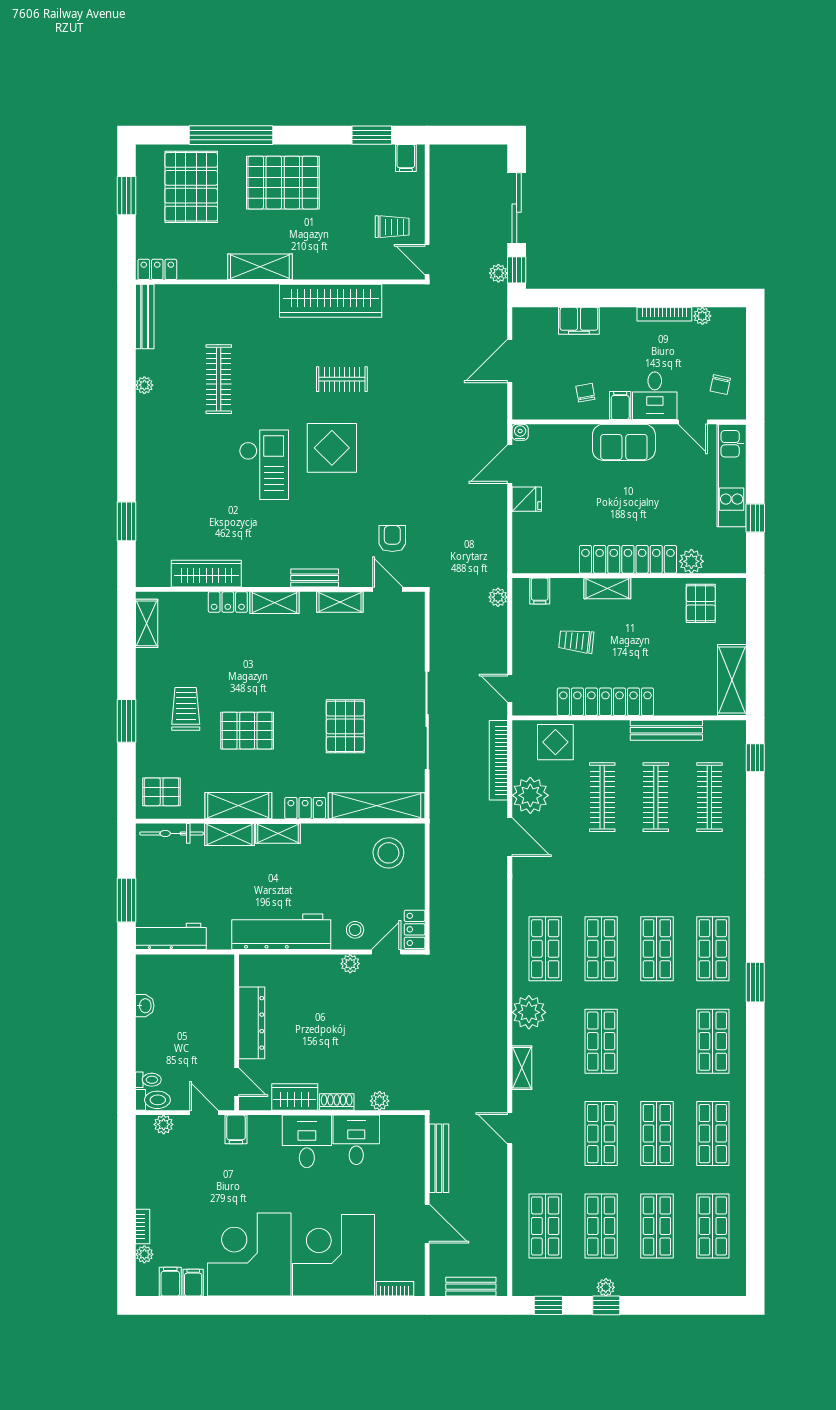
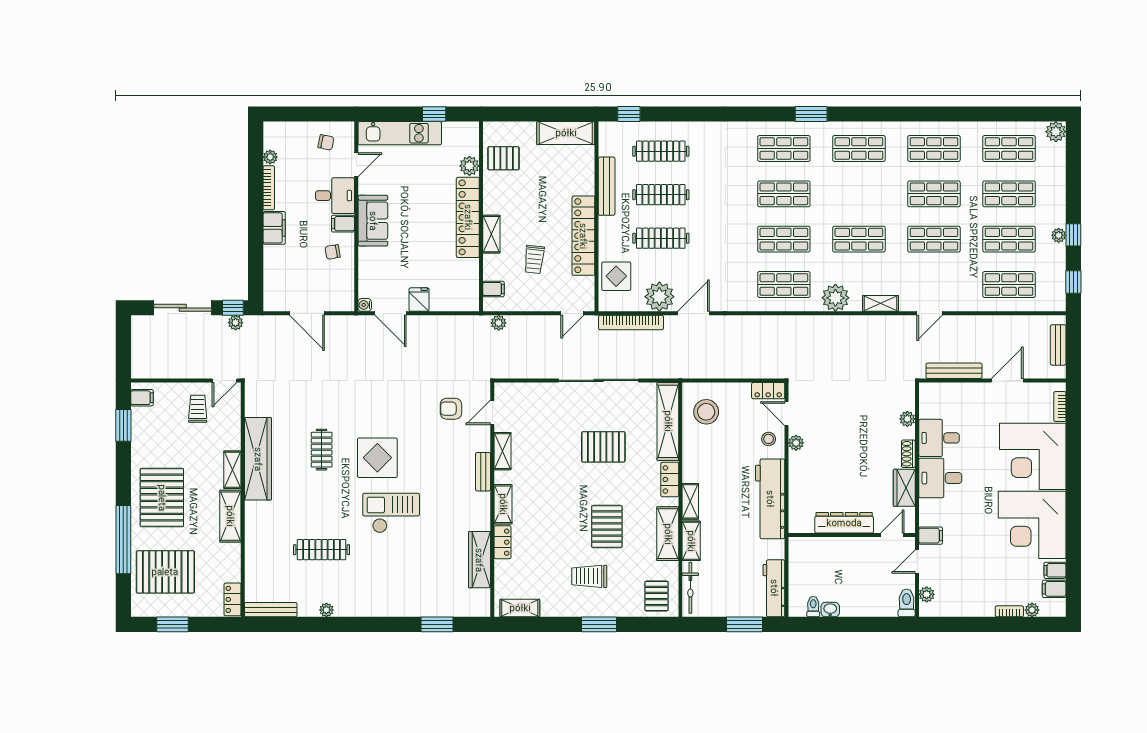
shelving: (317, 269) -> (232, 470), added
filing cabinet: (579, 321) -> (274, 228), moved
toilet: (148, 1080) -> (813, 607), moved
plant: (734, 1284) -> (1056, 132), added

